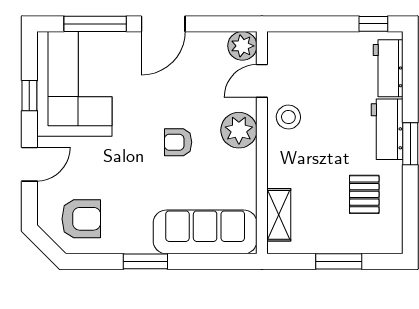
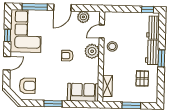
plant: (242, 46) -> (83, 17), moved
sofa: (205, 232) -> (83, 92), width x0.73

